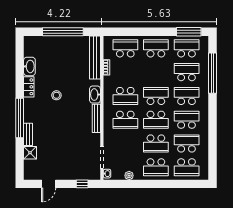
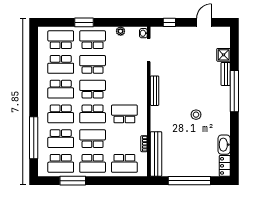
window: (189, 32) -> (73, 181), moved
locker: (29, 87) -> (225, 166), moved
washbasin: (95, 95) -> (156, 115), removed
school desk: (125, 120) -> (93, 139), moved
window: (164, 184) -> (84, 22), added

